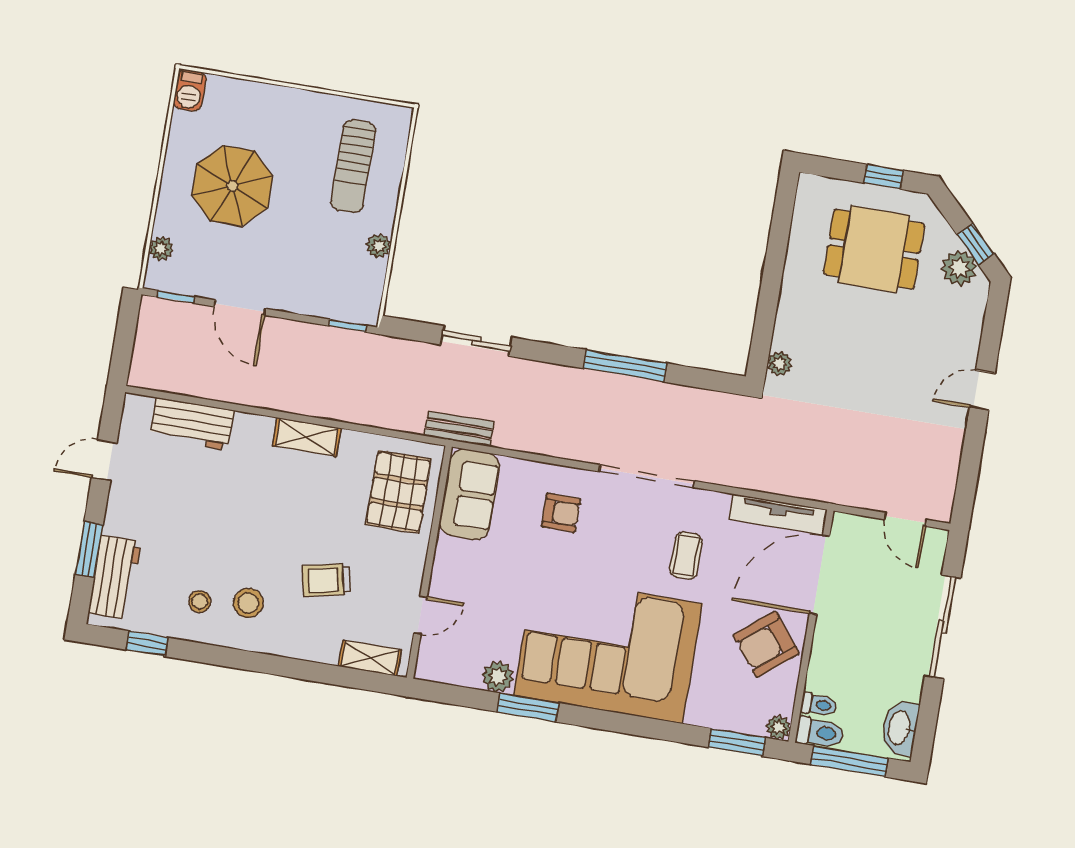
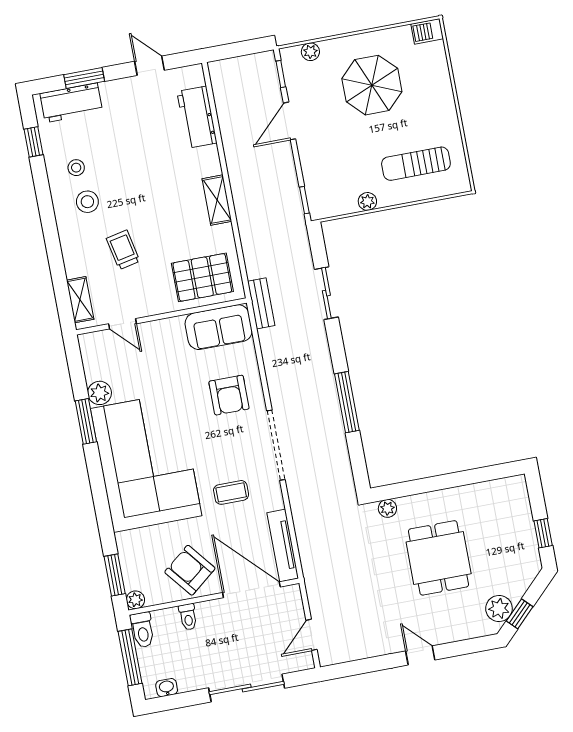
dining table: (874, 249) -> (439, 558), moved
armchair: (561, 513) -> (229, 395), width x1.38, depth x1.38
toilet: (819, 705) -> (188, 617), moved
washbasin: (900, 728) -> (167, 688), width x0.52, depth x0.69

